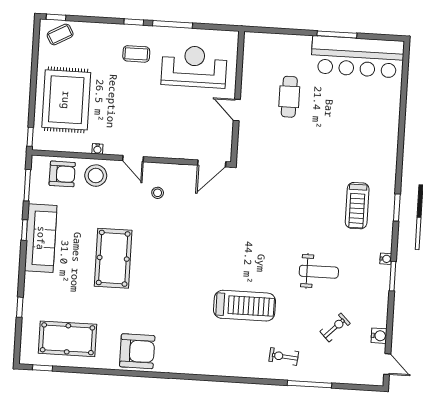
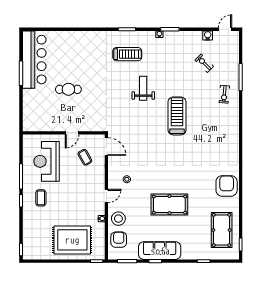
coffee table: (60, 34) -> (85, 157), moved
cafe table: (289, 97) -> (68, 89), moved
weight bench: (319, 272) -> (143, 88), moved
treadmill: (245, 306) -> (177, 116), moved

